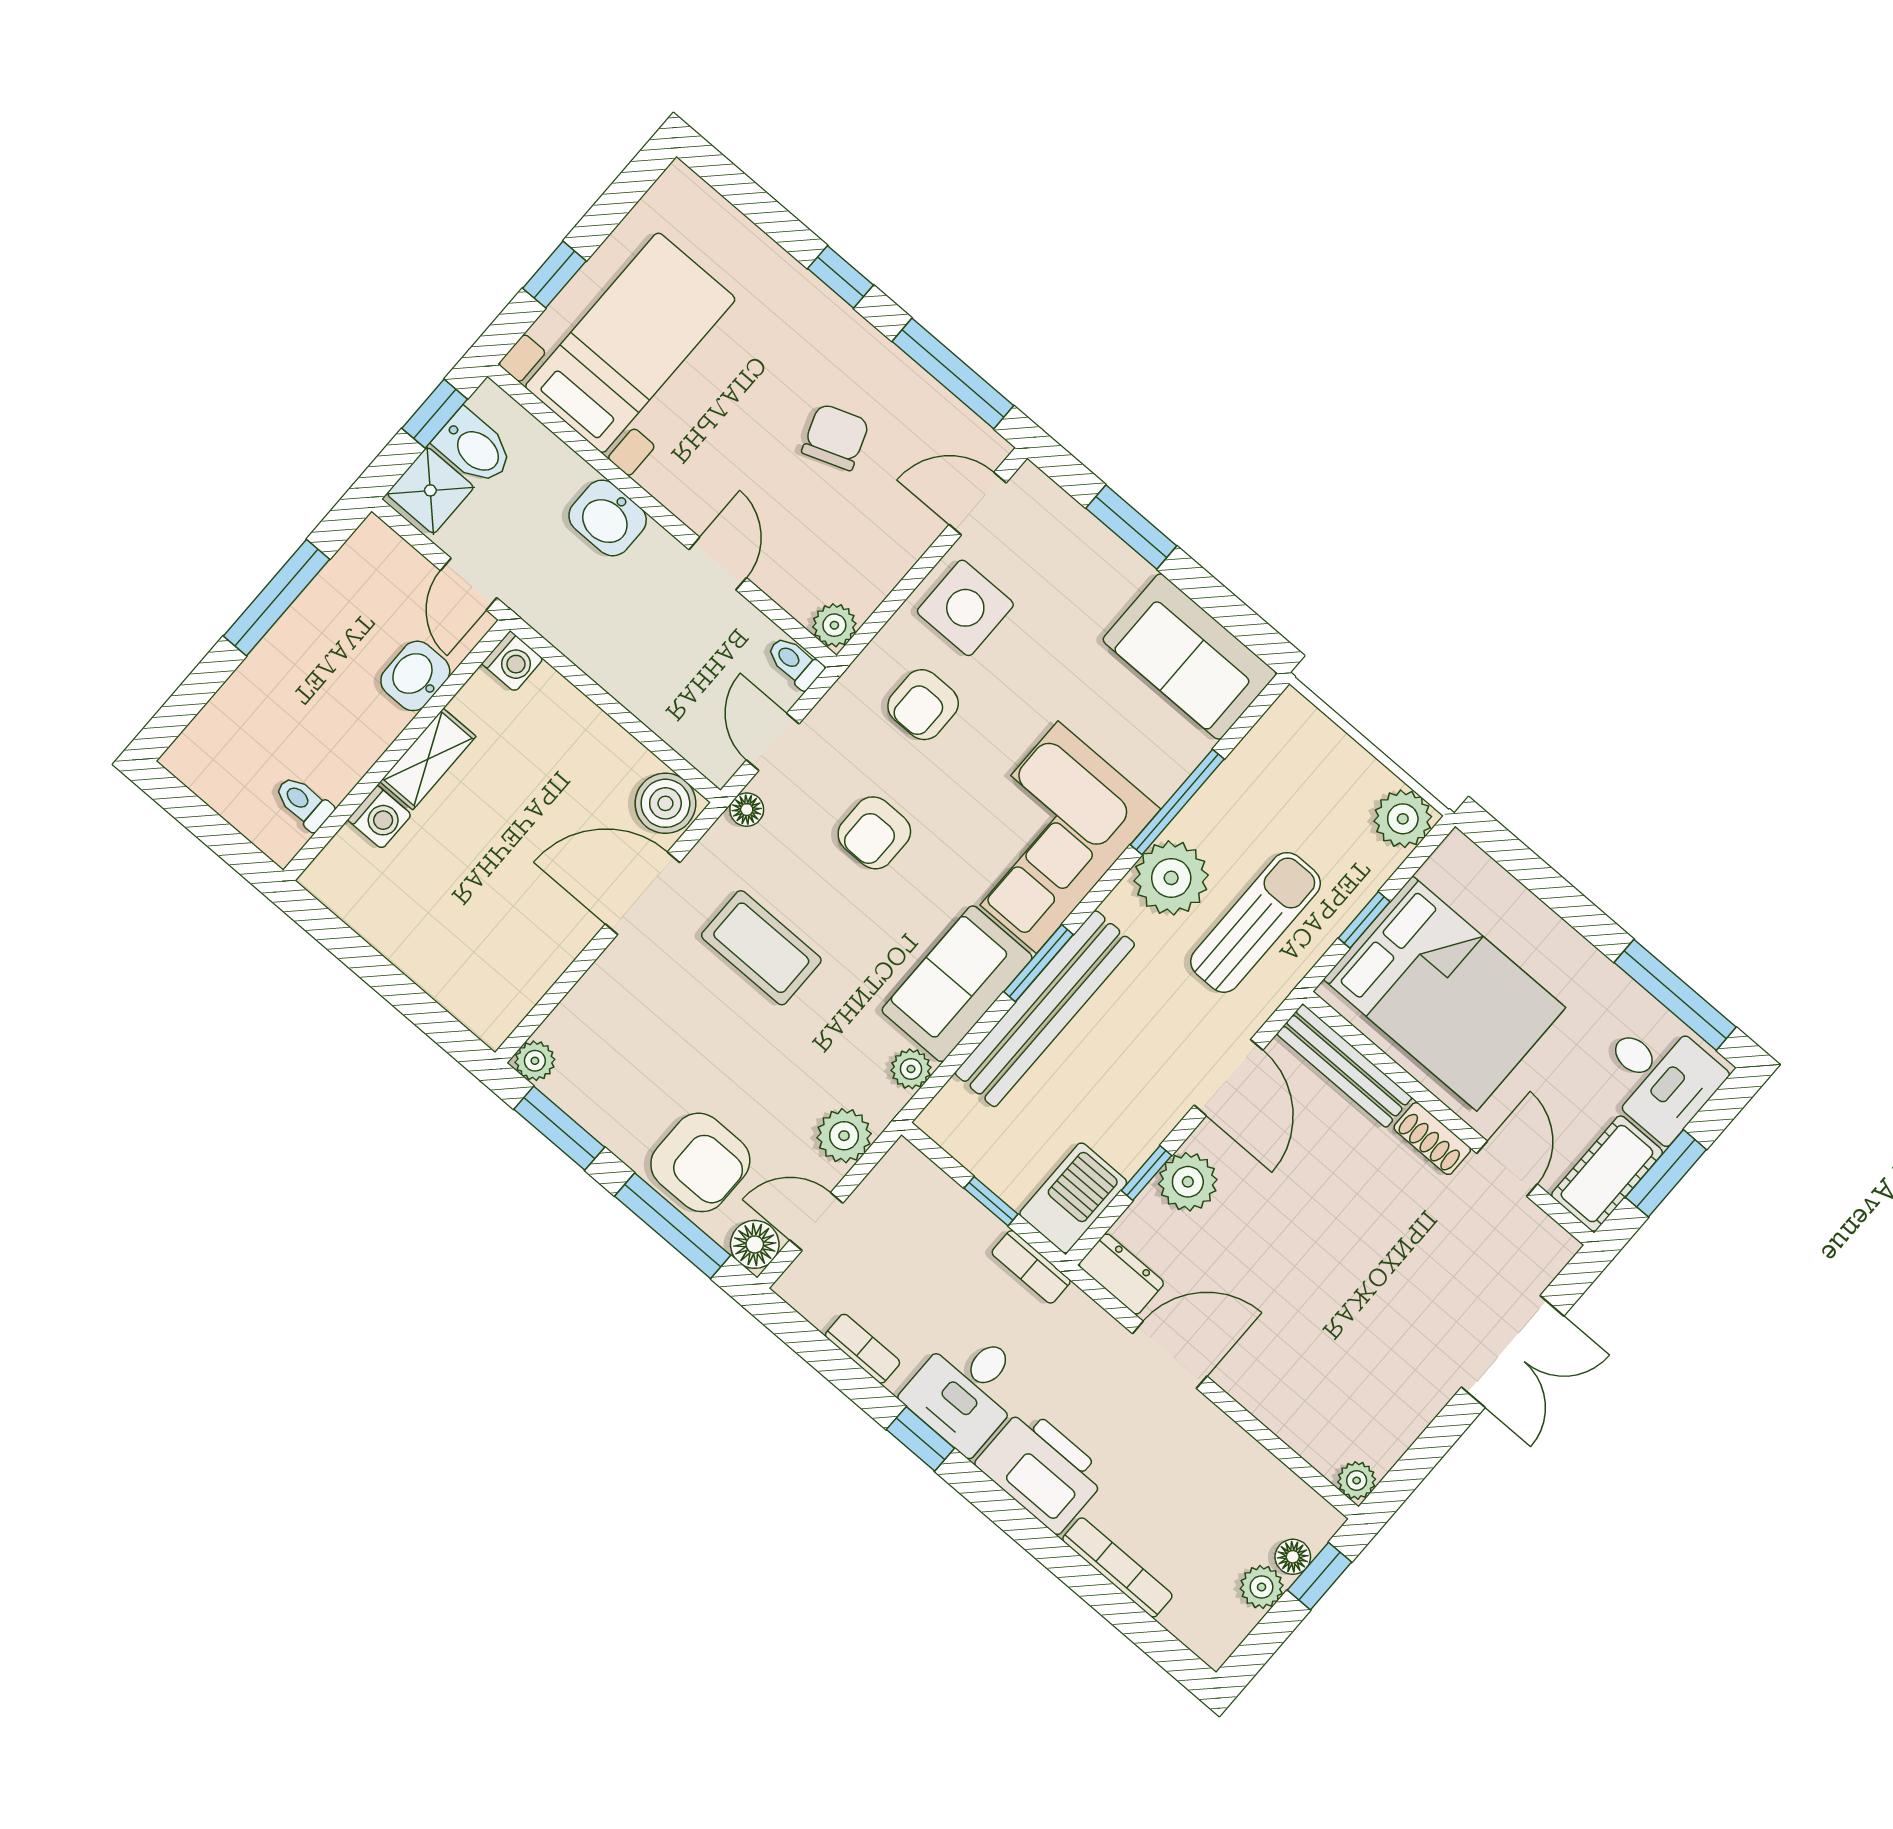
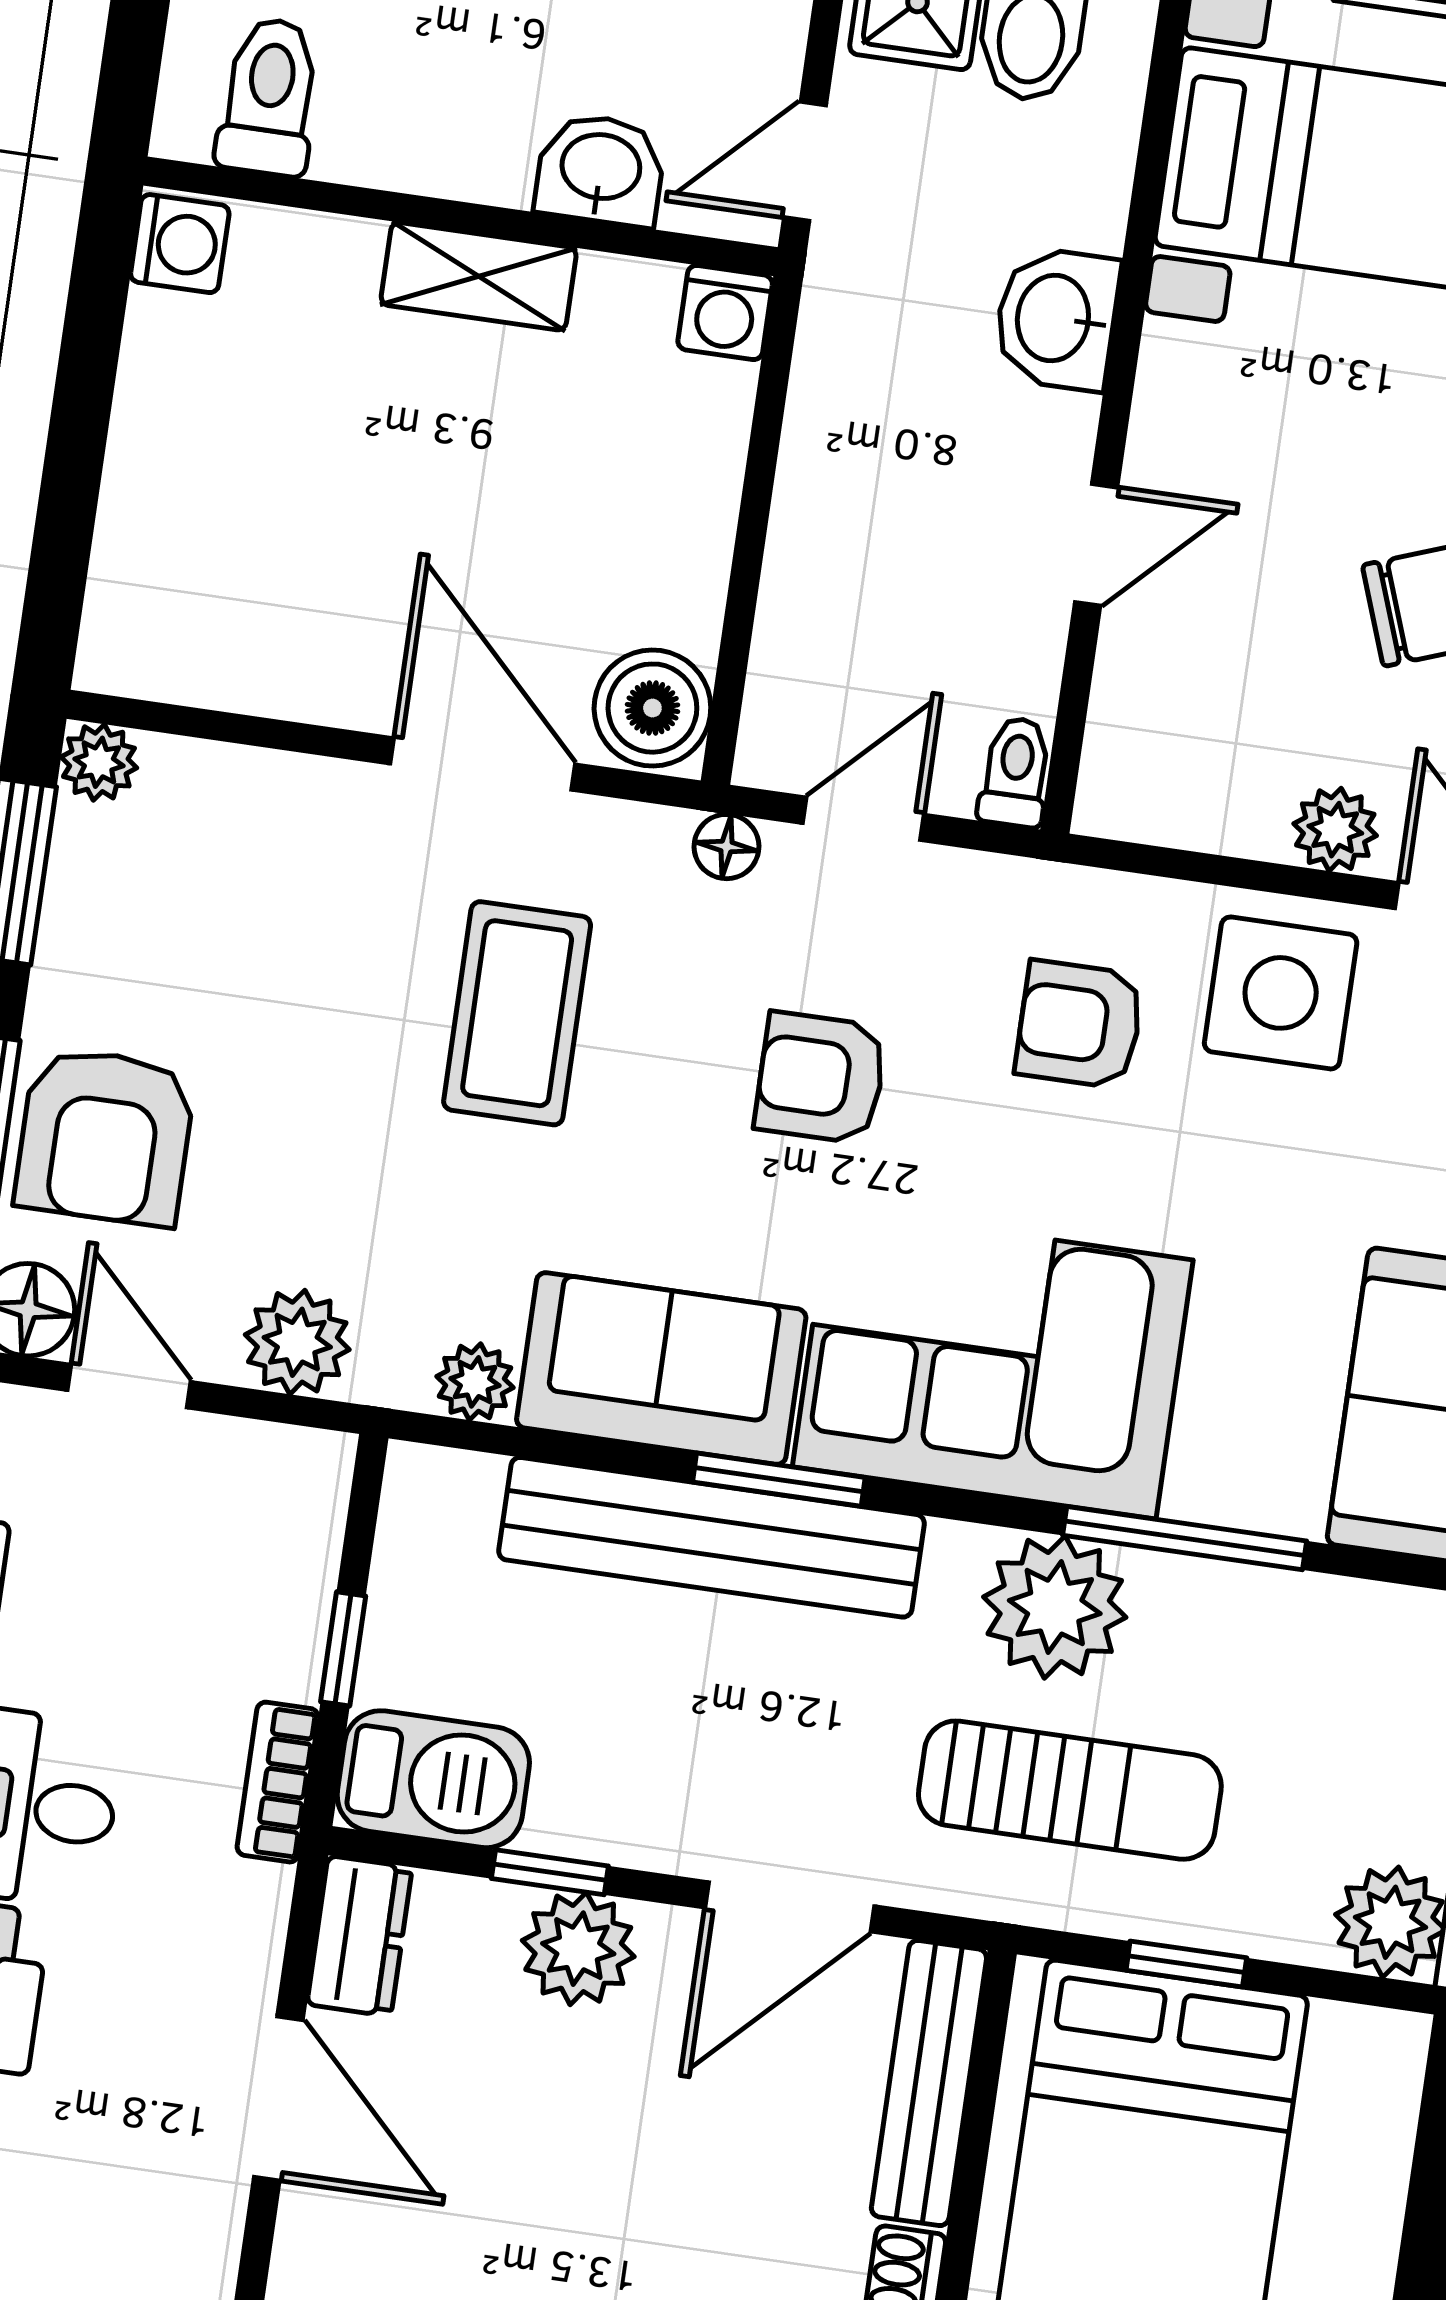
plant: (834, 625) -> (1335, 830), moved
toilet: (304, 803) -> (269, 97), width x1.37, depth x1.39
washing machine: (380, 817) -> (180, 244), moved, turned -90

